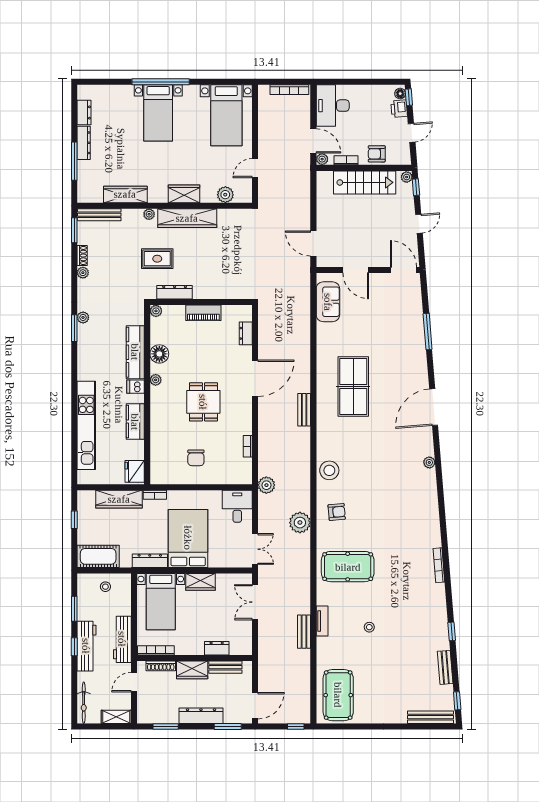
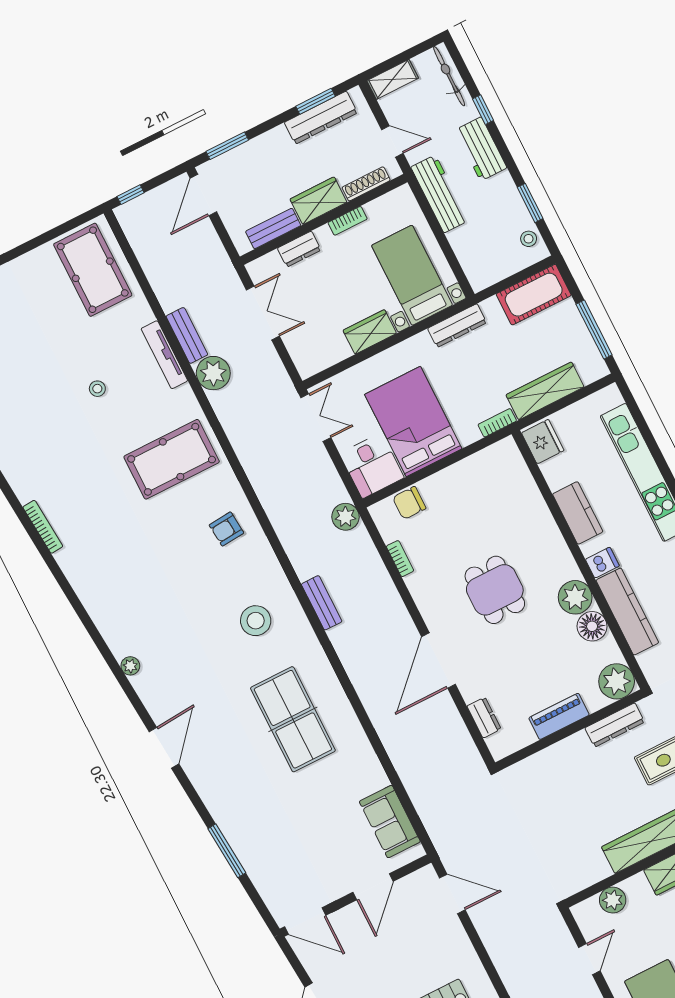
door: (356, 270) -> (373, 887), swing flipped
plant: (156, 311) -> (617, 681), width x1.87, depth x1.87
plant: (156, 380) -> (575, 597), width x1.87, depth x1.87
door: (434, 407) -> (164, 748), width x0.73
bench: (304, 410) -> (322, 603), moved
chair: (196, 458) -> (409, 503), moved, turned -90
stool: (329, 470) -> (256, 621), moved
window: (74, 520) -> (594, 329), width x2.17
plant: (300, 523) -> (213, 373), moved
bed: (188, 538) -> (413, 422), moved, turned 180
double door: (255, 549) -> (316, 418), swing flipped
stool: (105, 587) -> (529, 239), moved
double door: (255, 602) -> (263, 313), moved
tv unit: (322, 621) -> (164, 355), width x1.41
workbench: (86, 646) -> (481, 149), width x0.73
window: (74, 647) -> (483, 110), moved
bookcase: (156, 650) -> (348, 221), moved, width x0.64
door: (134, 682) -> (392, 142), hinge flipped
dresser: (201, 716) -> (321, 118), moved

